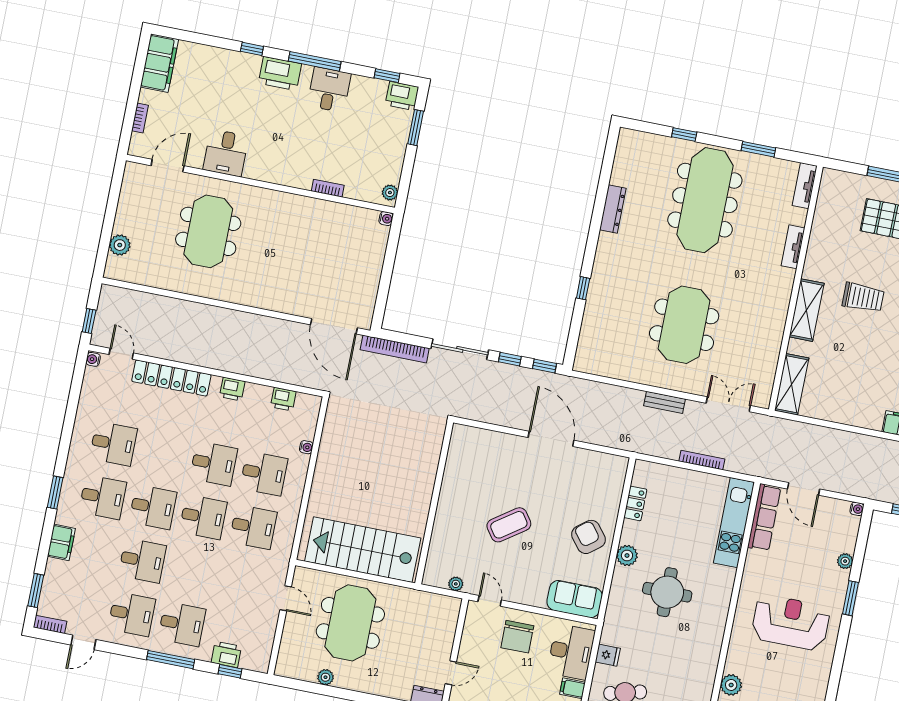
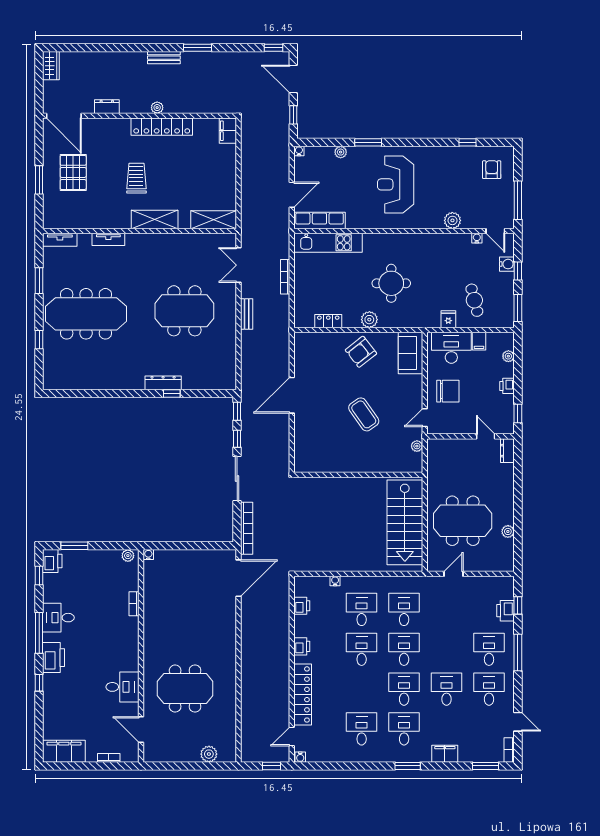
dresser: (613, 209) -> (163, 383), moved

